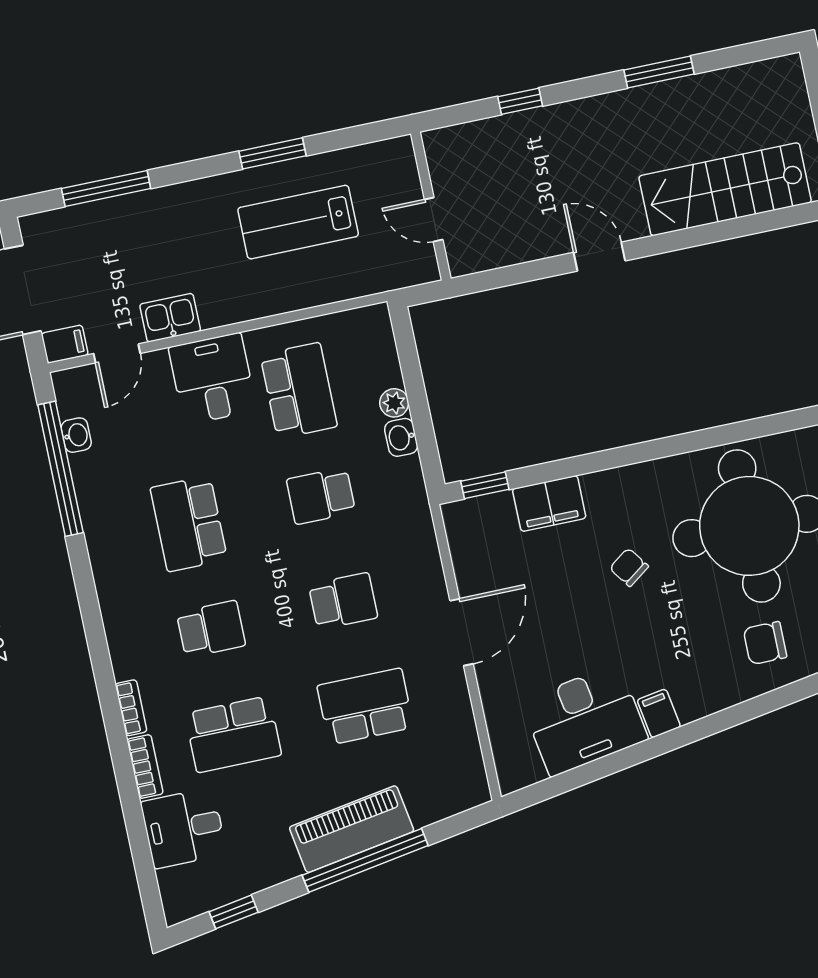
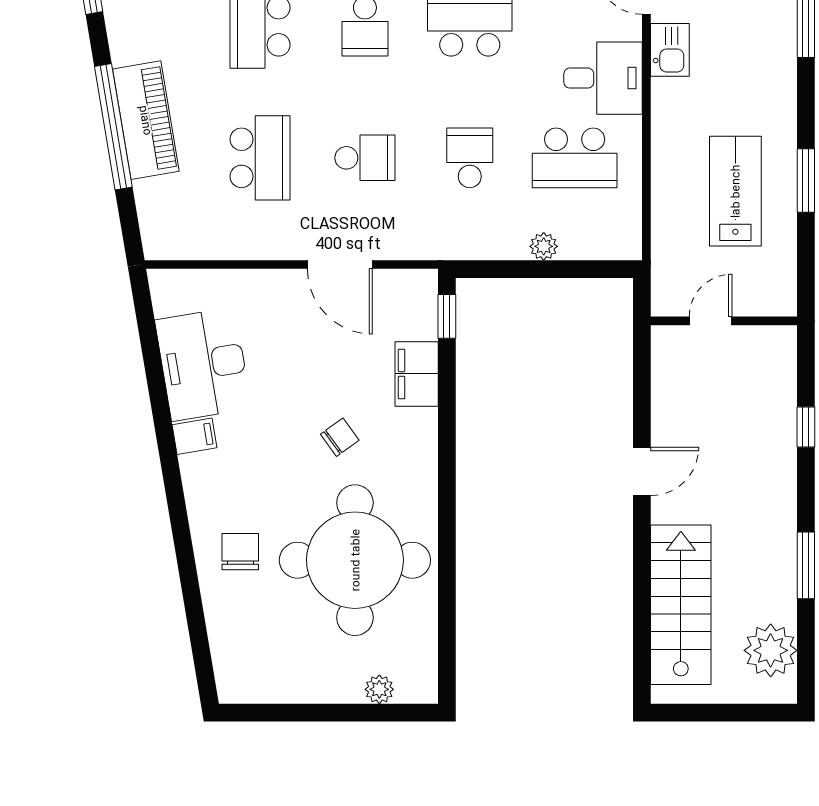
plant: (752, 90) -> (771, 650), added
washbasin: (401, 437) -> (509, 246), removed
school desk: (343, 601) -> (365, 158), turned -90
door: (462, 632) -> (340, 265), moved

